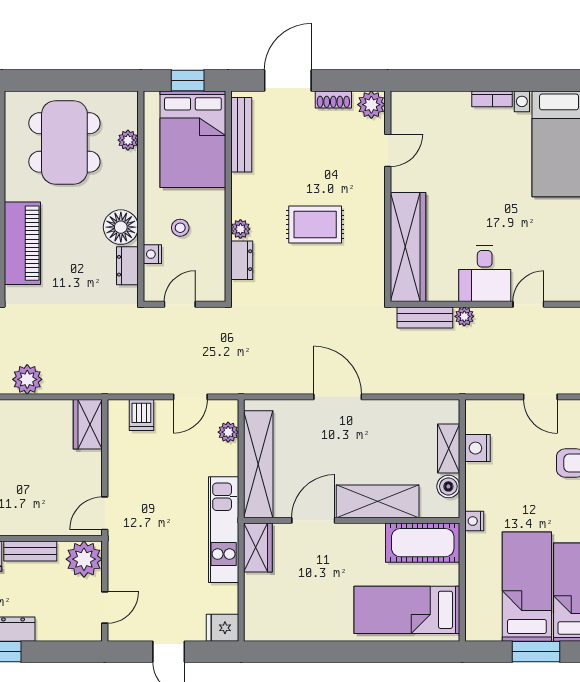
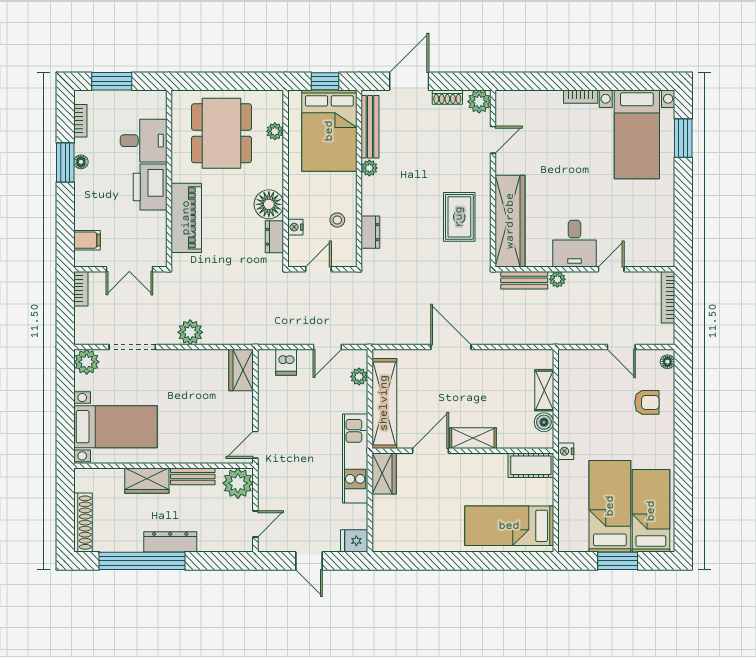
rug: (315, 224) -> (459, 217), moved, turned 90
stool: (180, 228) -> (337, 220), moved
plant: (240, 229) -> (369, 168), moved
nightstand: (477, 448) -> (568, 390), removed
shelving: (378, 501) -> (473, 438), width x0.67, depth x0.75
cot: (423, 543) -> (531, 465), width x0.73, depth x0.75

